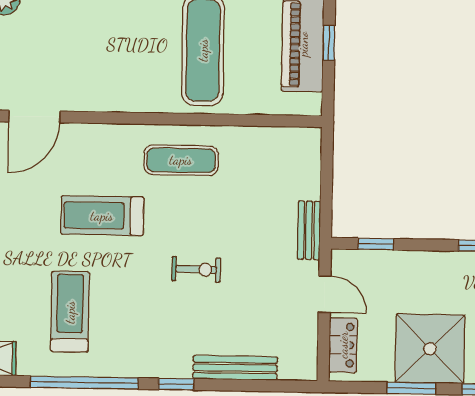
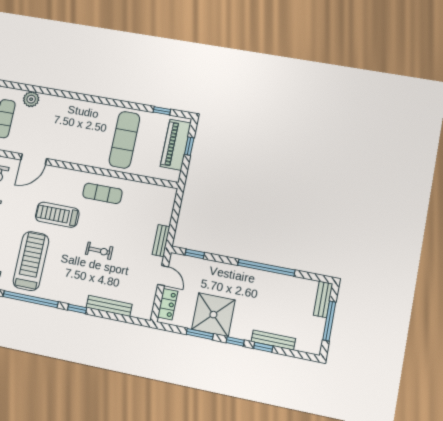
treadmill: (70, 312) -> (31, 261), width x1.37, depth x1.38

